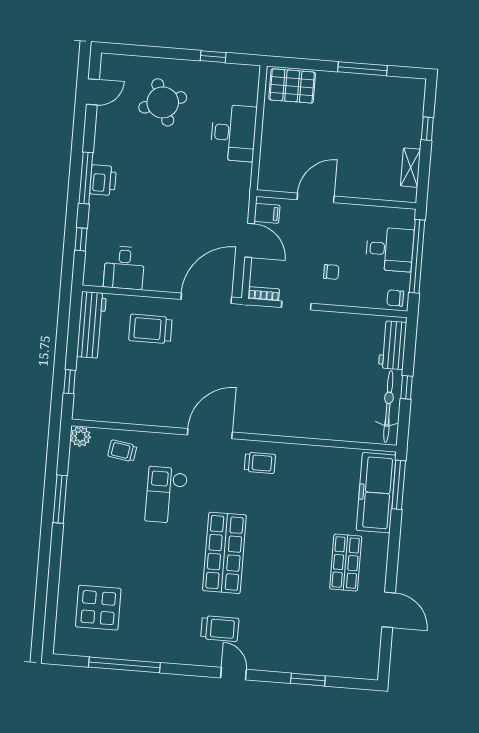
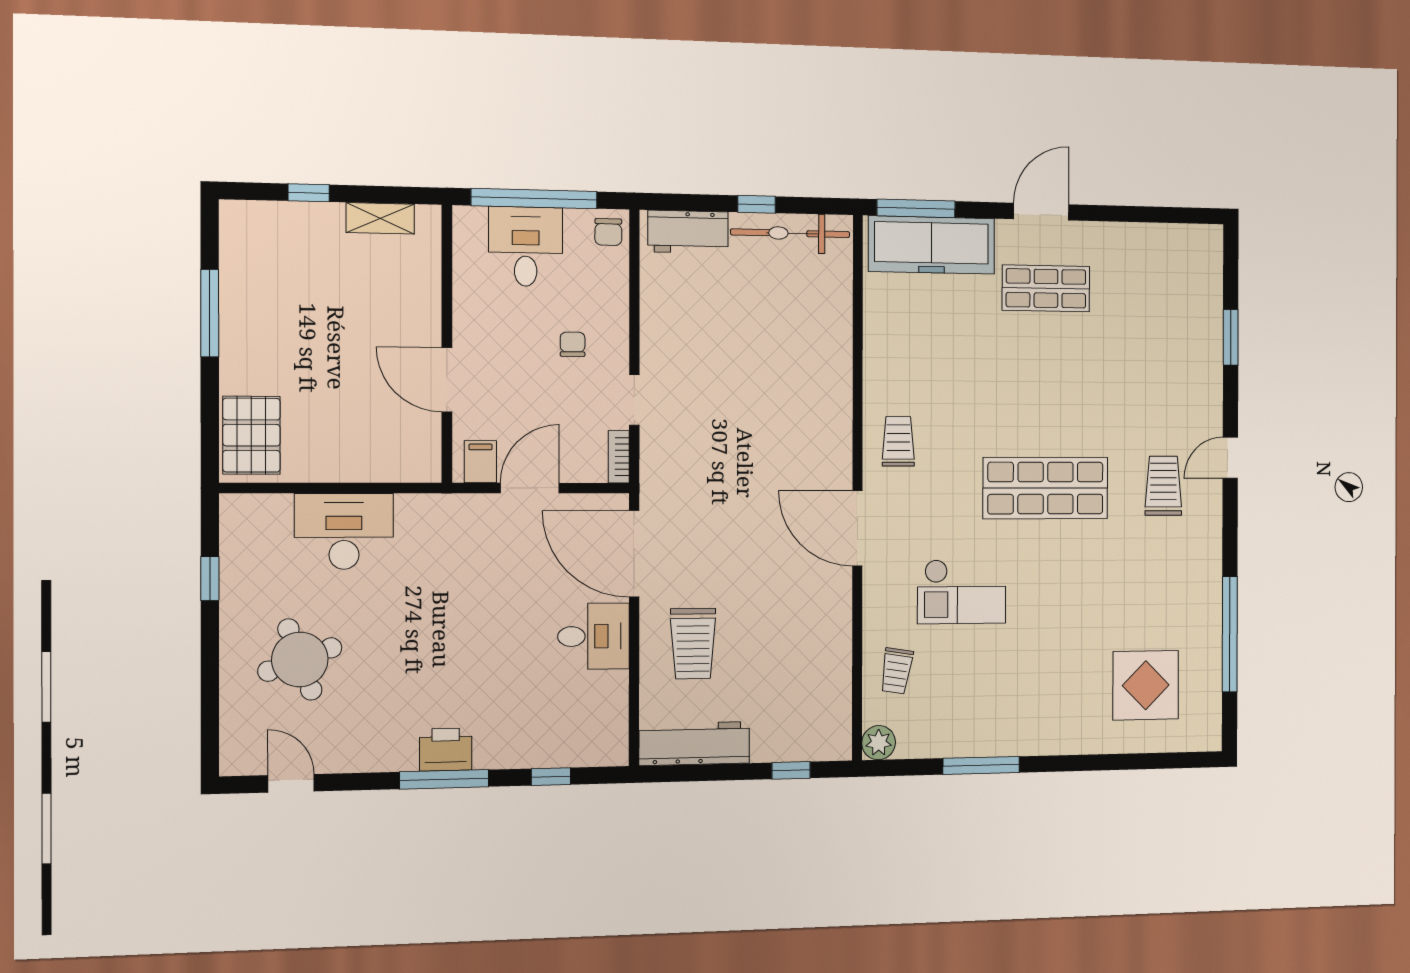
desk: (124, 268) -> (594, 636), moved
door: (389, 610) -> (1041, 212), moved

